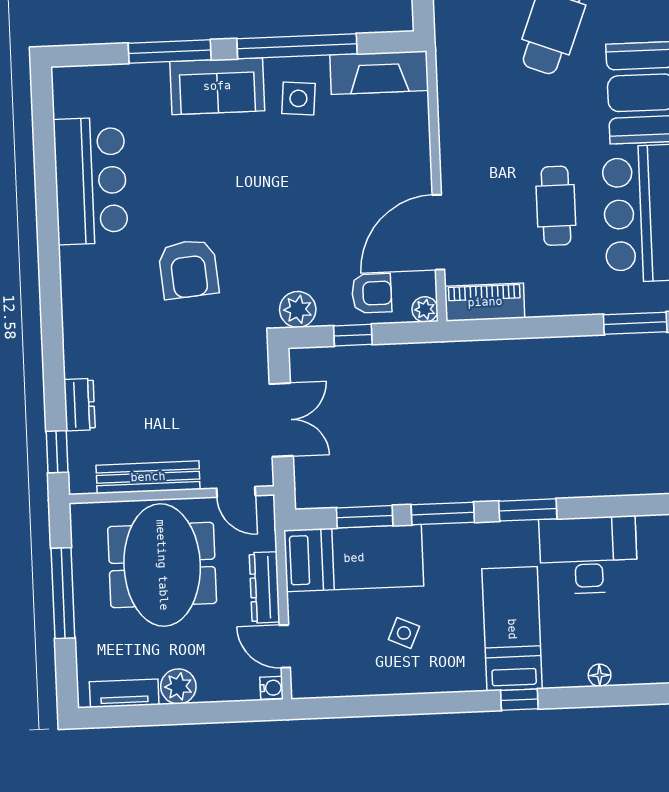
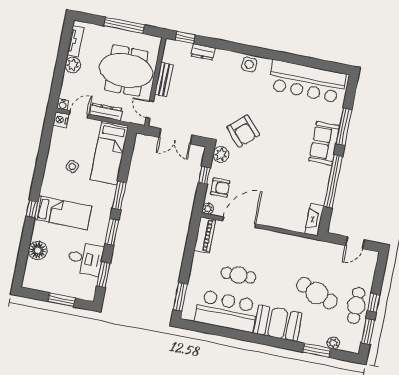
fireplace: (379, 73) -> (314, 220), width x0.73, depth x0.76
side table: (298, 98) -> (249, 64), moved
bar counter: (91, 181) -> (307, 82), width x1.36
door: (438, 232) -> (239, 222), hinge flipped
armchair: (188, 269) -> (243, 131), moved, turned -127
armchair: (372, 293) -> (220, 188), turned -91
bench: (148, 477) -> (164, 79), width x0.73
door: (236, 492) -> (150, 109), hinge flipped
window: (365, 517) -> (103, 275), moved
desk: (588, 555) -> (85, 259), width x0.73
floor lamp: (600, 675) -> (38, 250), width x1.89, depth x1.89
nightstand: (307, 684) -> (61, 120), added

